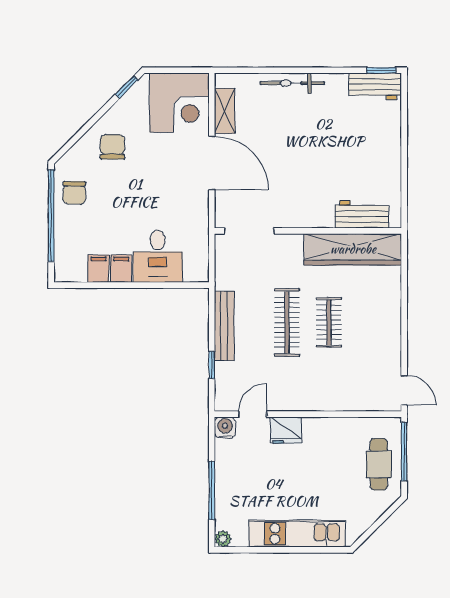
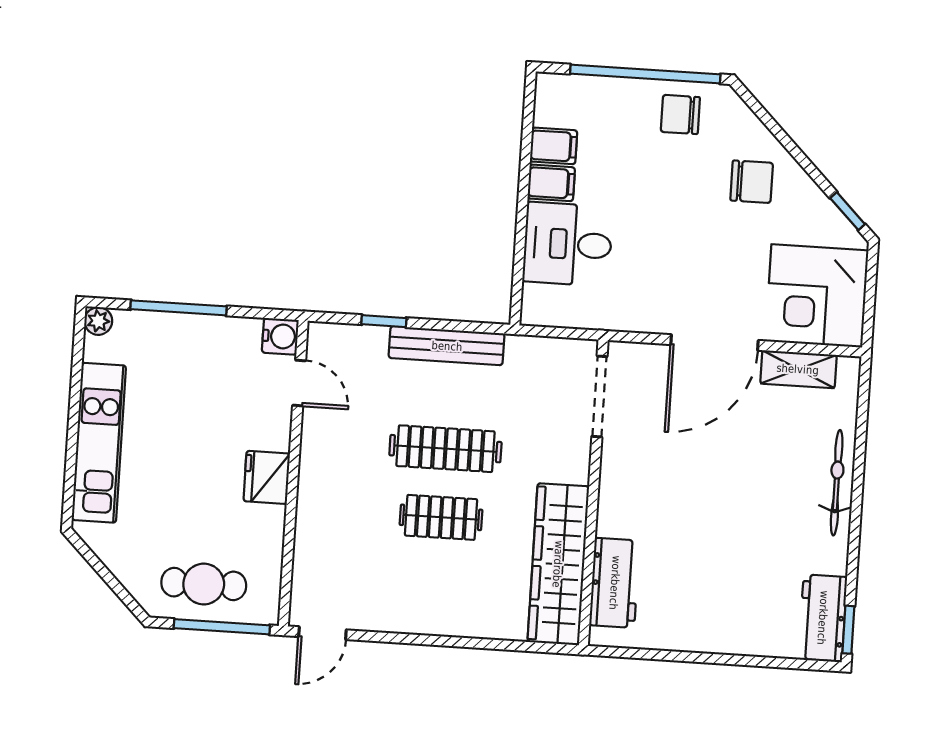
fridge: (286, 430) -> (267, 477), moved

